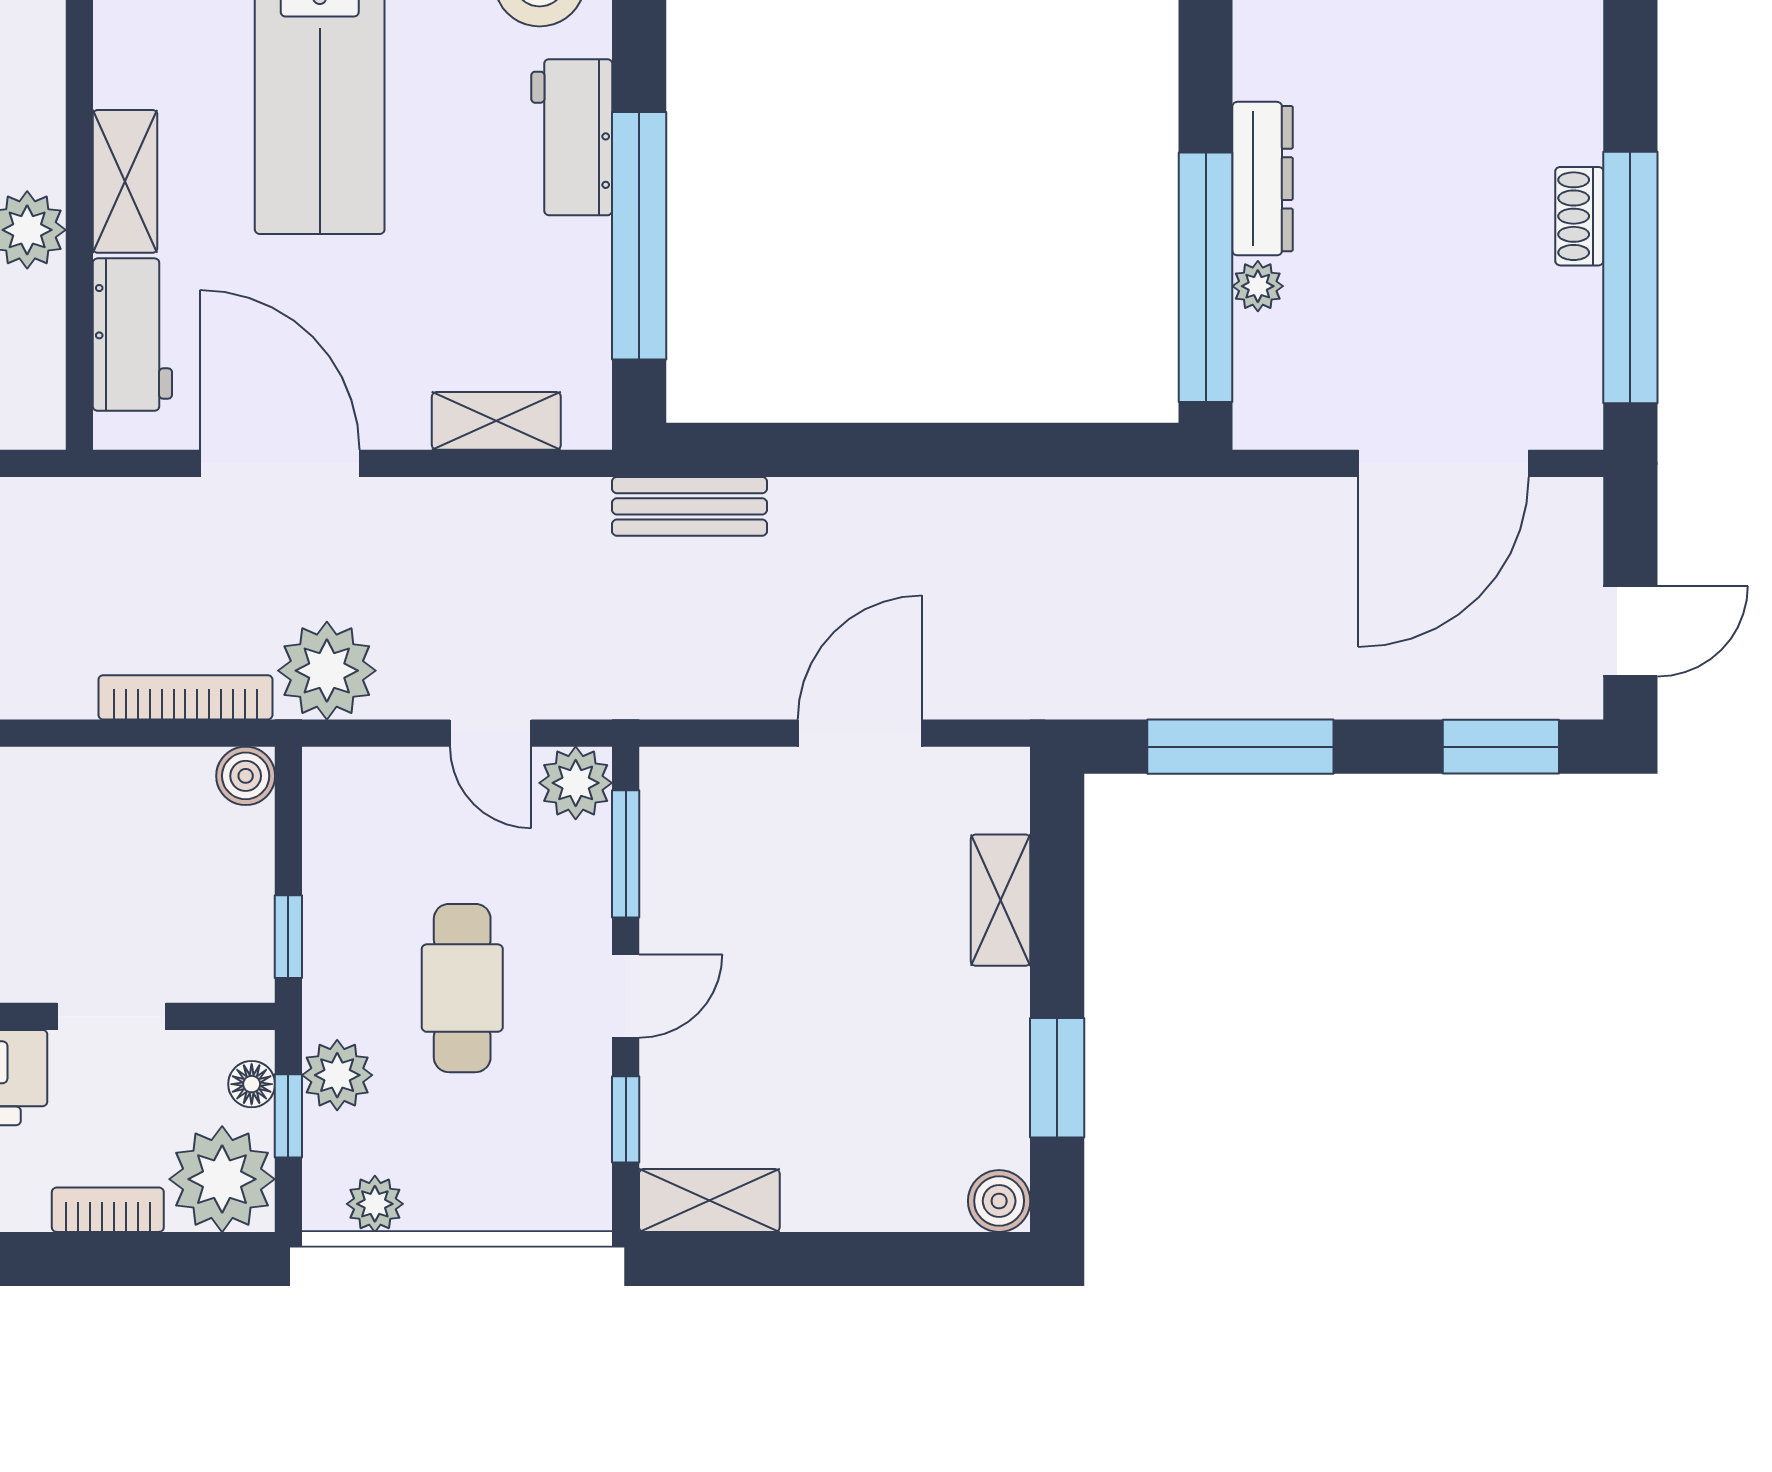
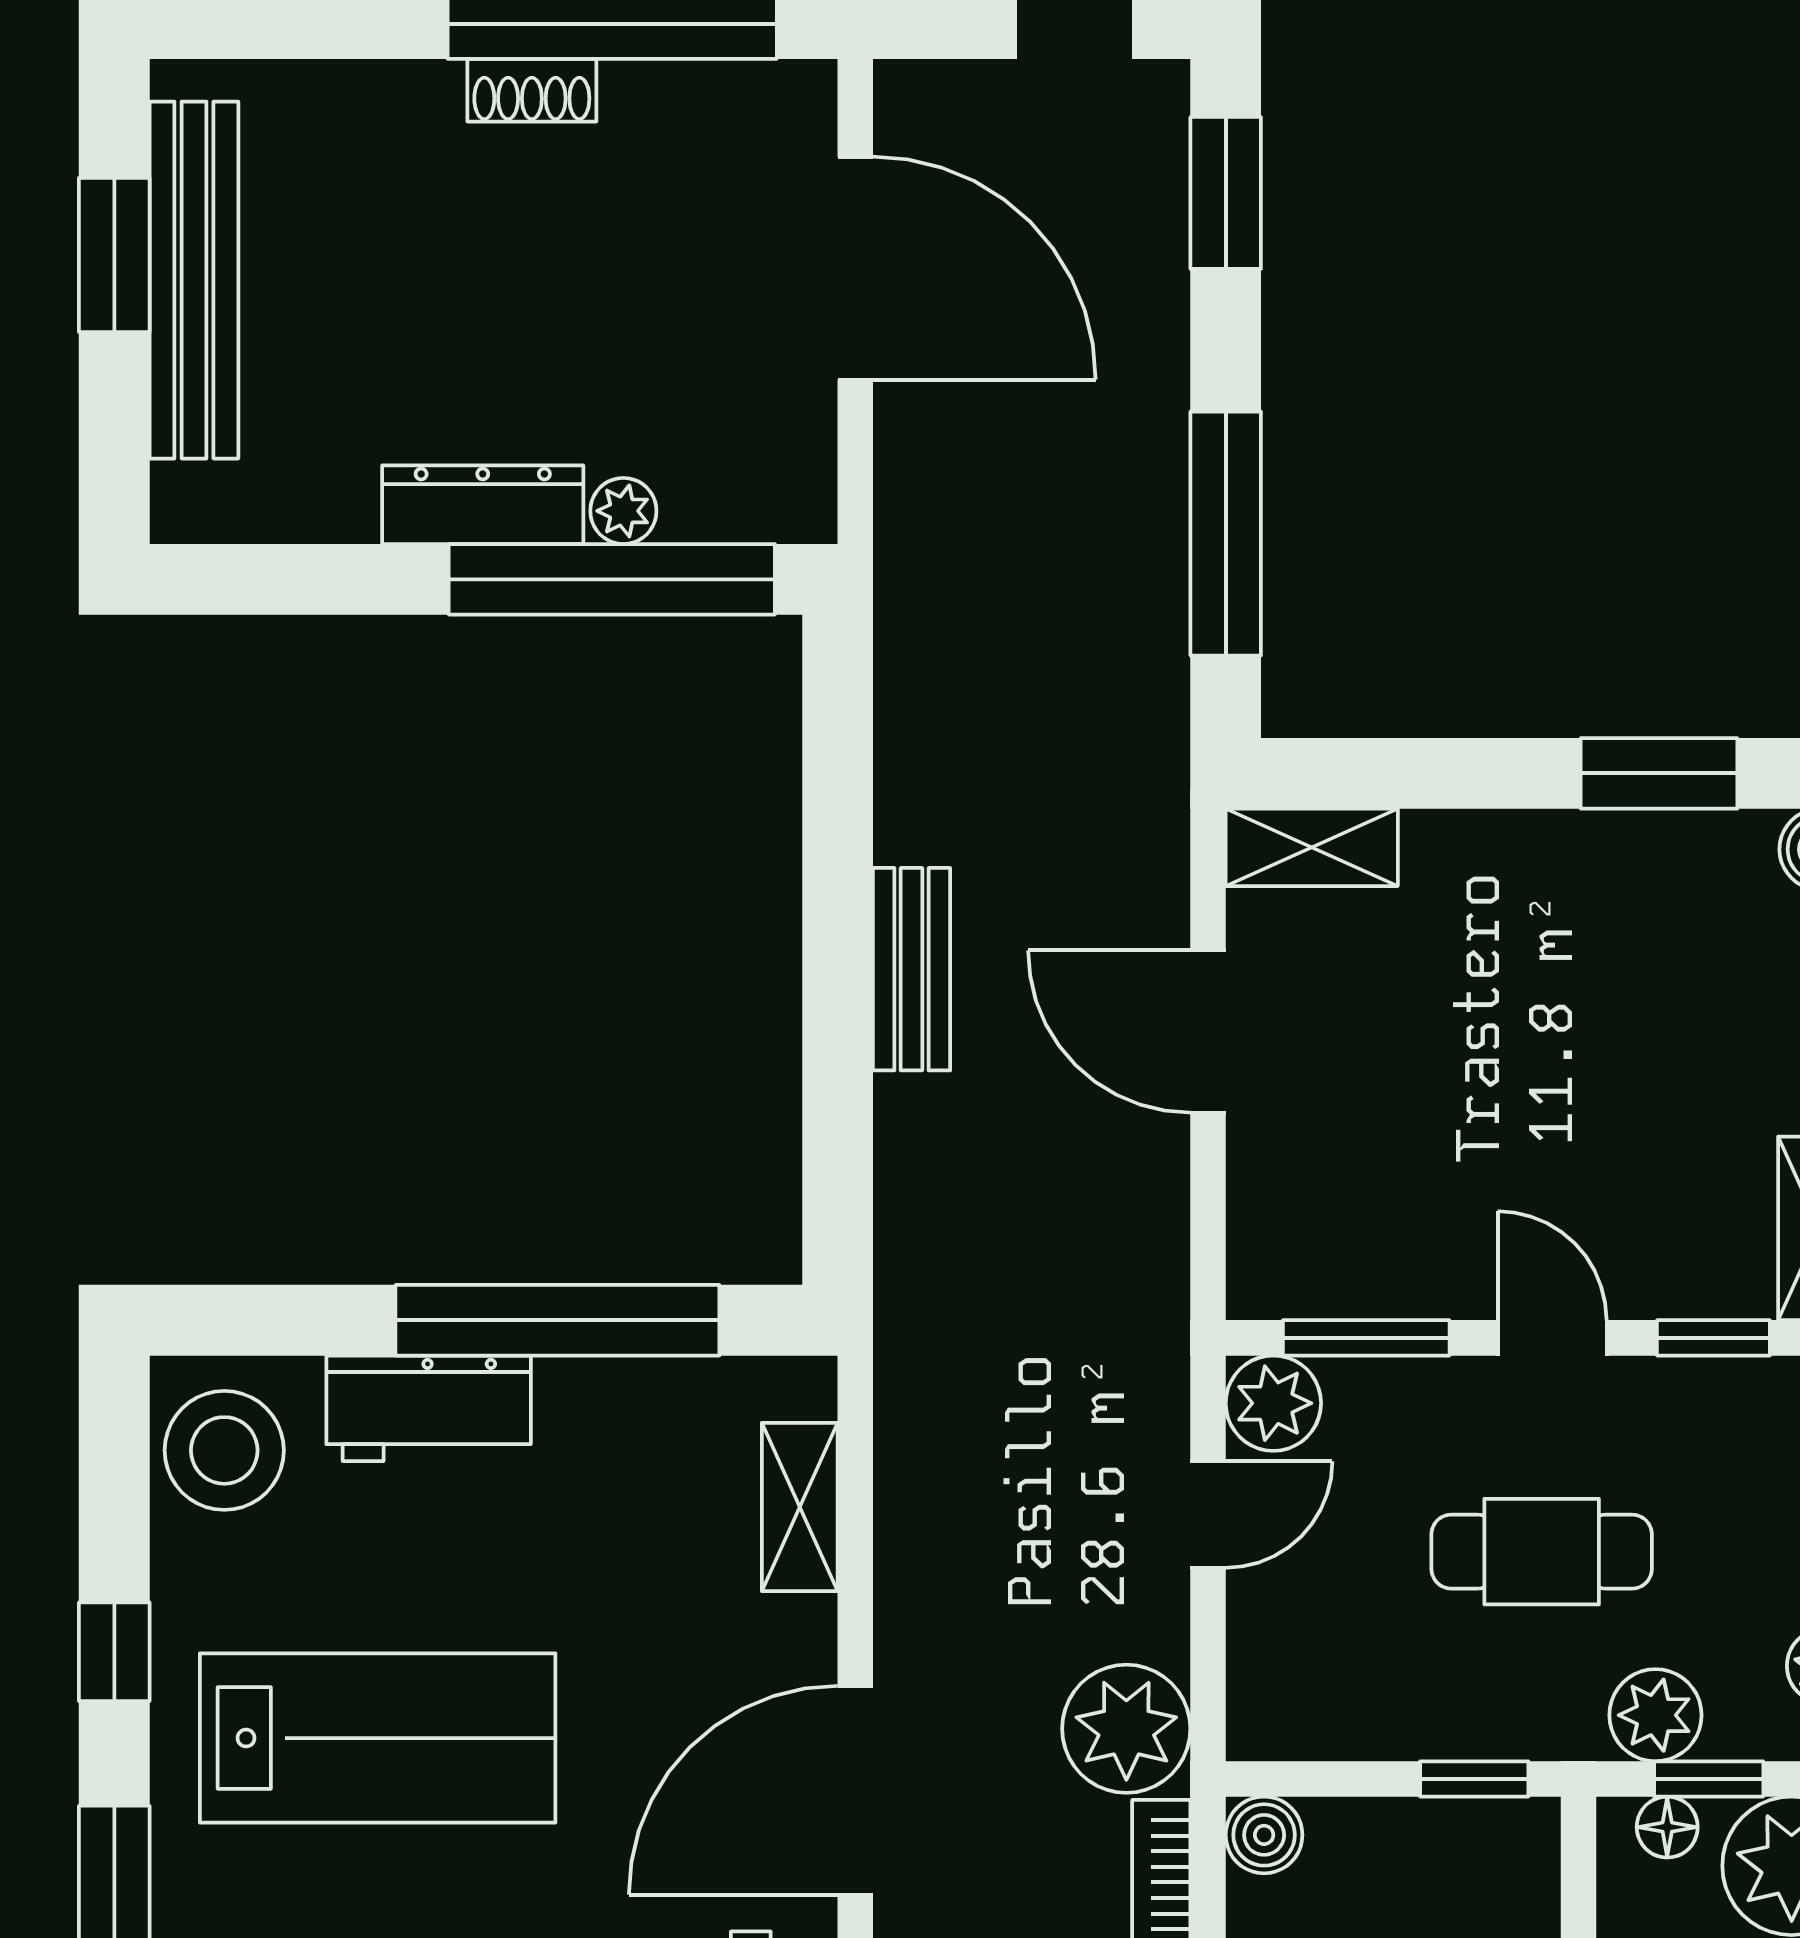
bench: (690, 506) -> (911, 969), moved
shelving: (1001, 900) -> (1312, 847), moved

